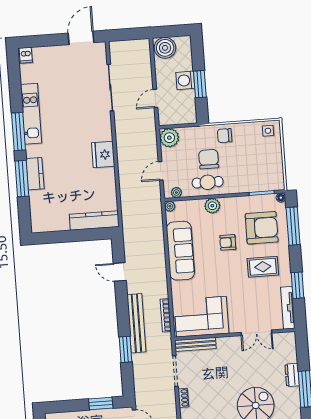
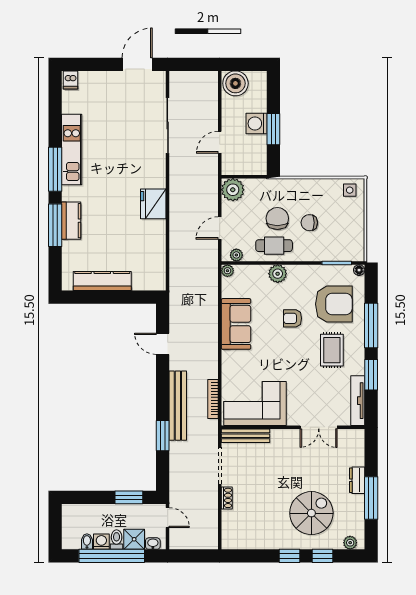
chair: (225, 136) -> (309, 223), moved
kitchen counter: (94, 221) -> (102, 281), moved
window: (293, 226) -> (371, 325), moved
sofa: (180, 251) -> (236, 324), width x0.73
rug: (263, 267) -> (332, 350), turned 90

